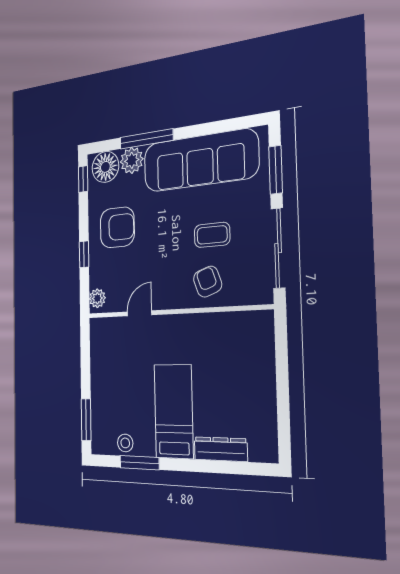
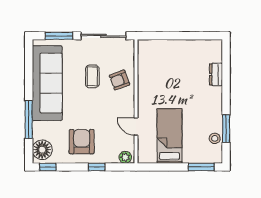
plant: (132, 160) -> (41, 130), removed
bed: (174, 411) -> (170, 136), moved, turned 90
dresser: (221, 449) -> (216, 74), width x0.70

